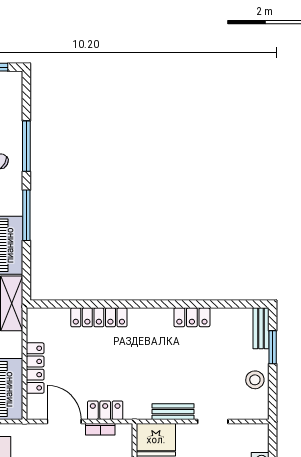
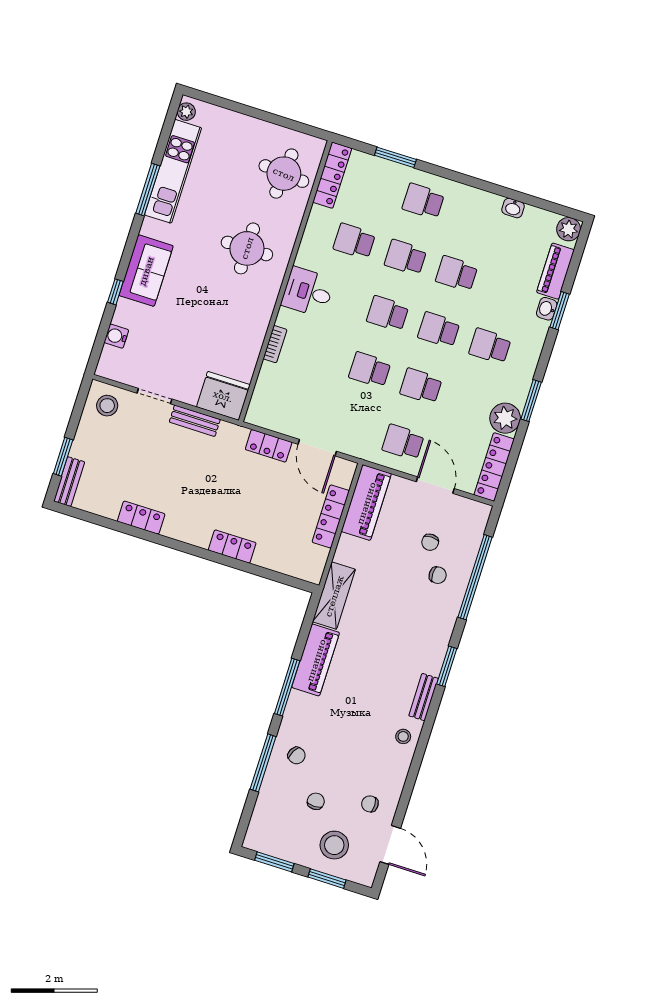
locker: (99, 317) -> (232, 547), width x0.66
stool: (255, 380) -> (107, 406), moved
bookcase: (100, 429) -> (281, 427), removed

